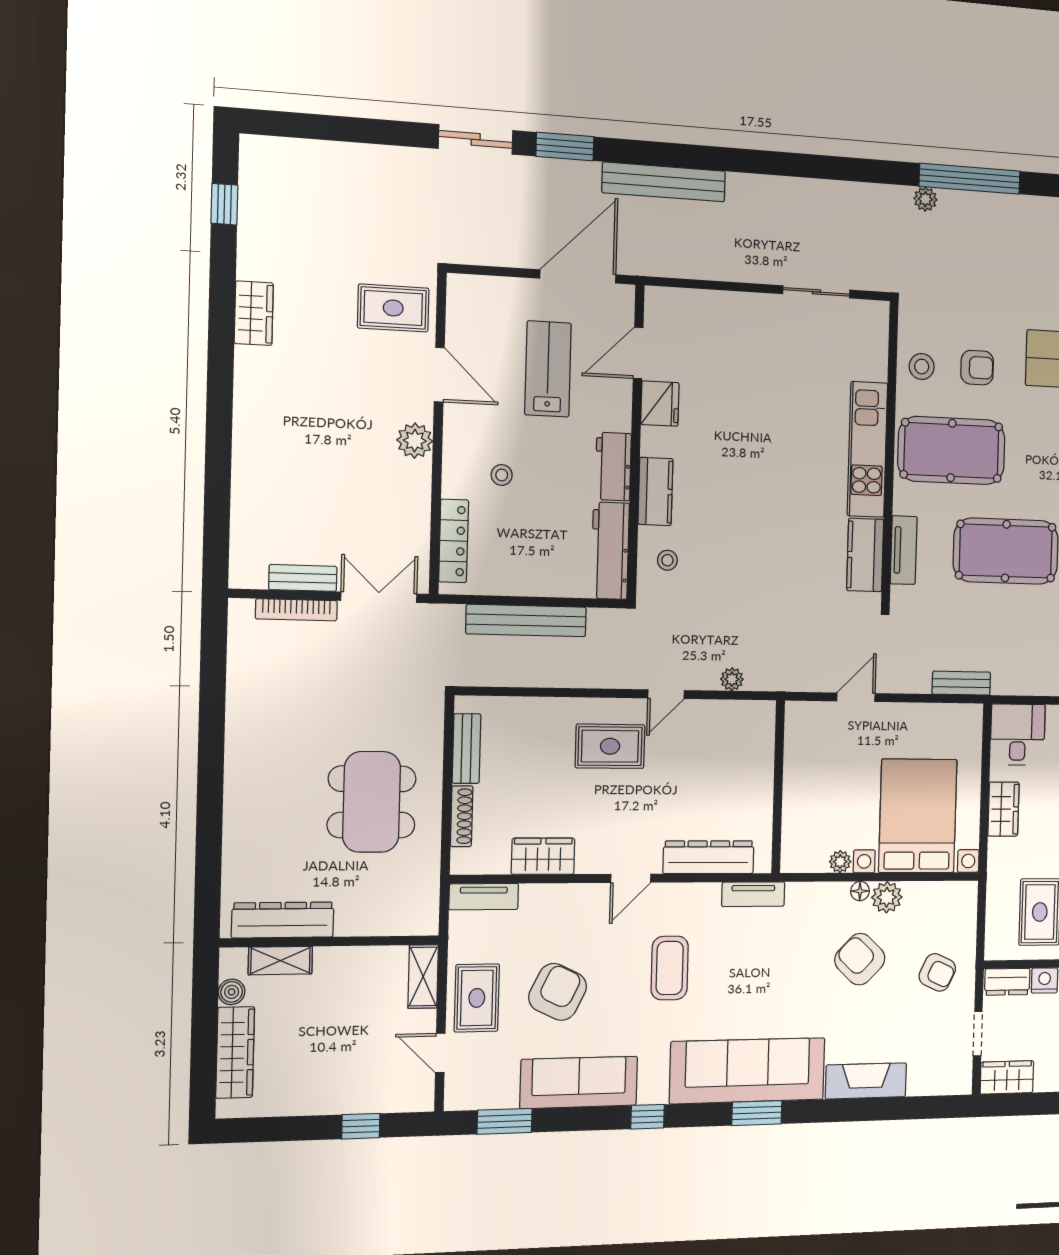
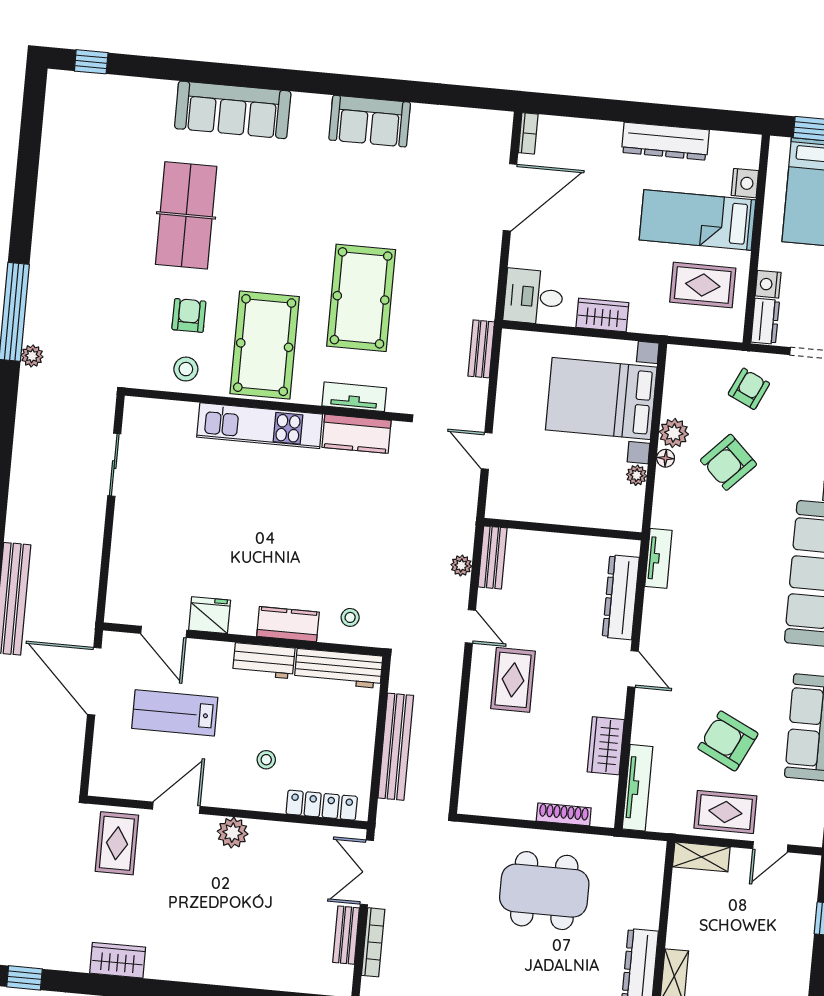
bench: (466, 749) -> (493, 557), moved, turned 90
tv unit: (484, 897) -> (638, 788), width x1.41
coffee table: (670, 968) -> (717, 639), removed

